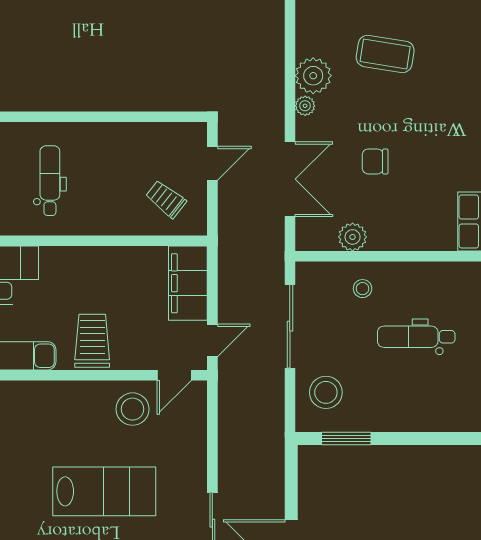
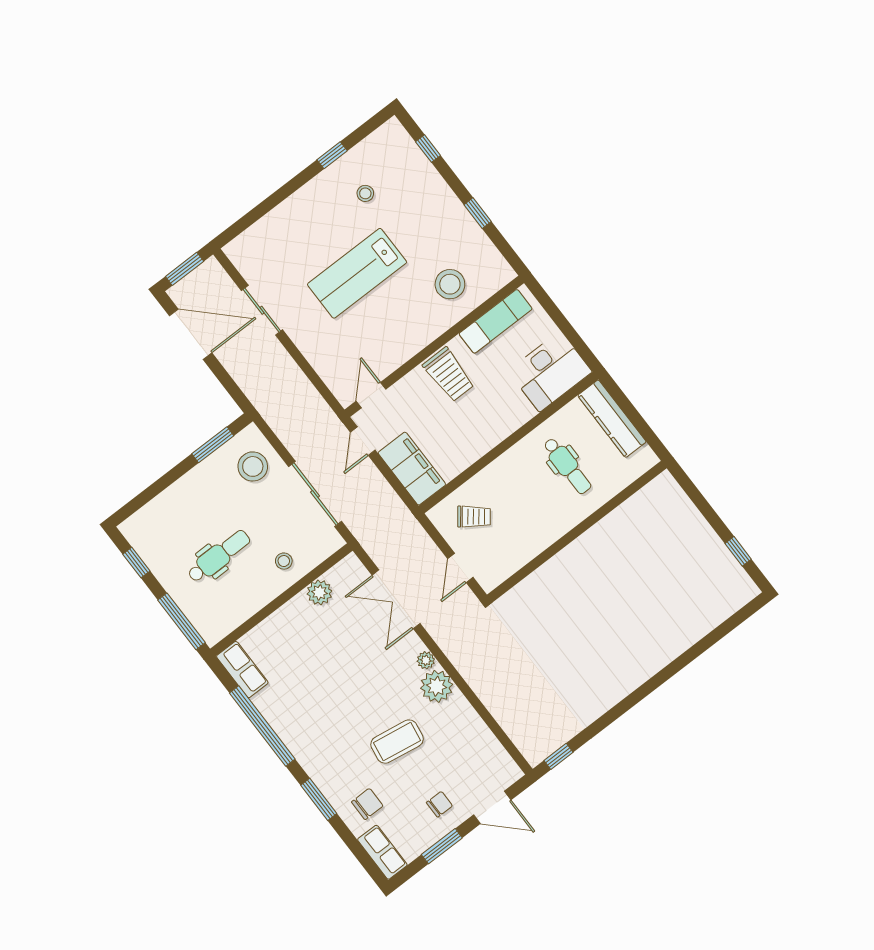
chair: (375, 161) -> (367, 804), moved
stool: (133, 409) -> (450, 284), moved

